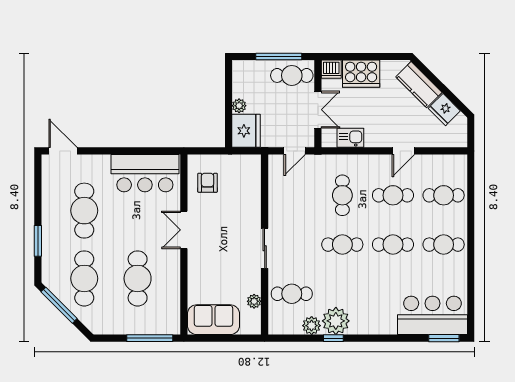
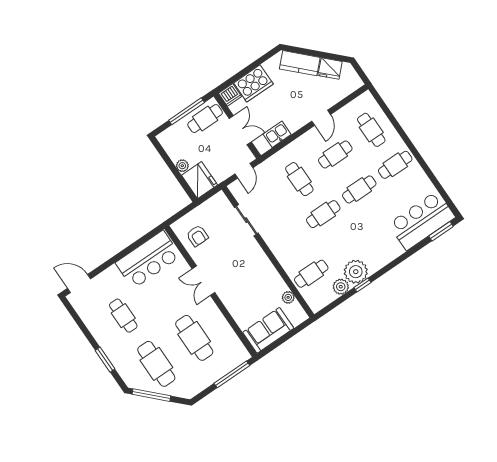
armchair: (208, 183) -> (197, 236), turned 180
cafe table: (444, 195) -> (371, 130), turned 90
cafe table: (84, 211) -> (123, 316), width x0.73, depth x0.74
sliding door: (265, 248) -> (246, 220), moved

